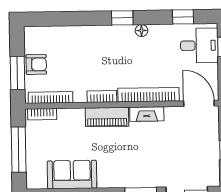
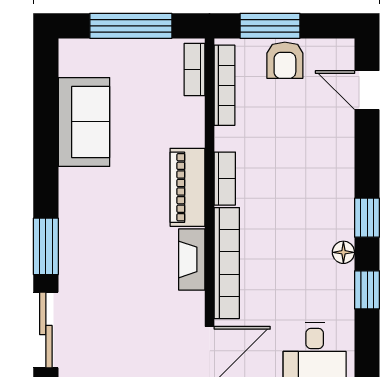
window: (183, 17) -> (367, 290), moved
door: (52, 19) -> (367, 90), added

